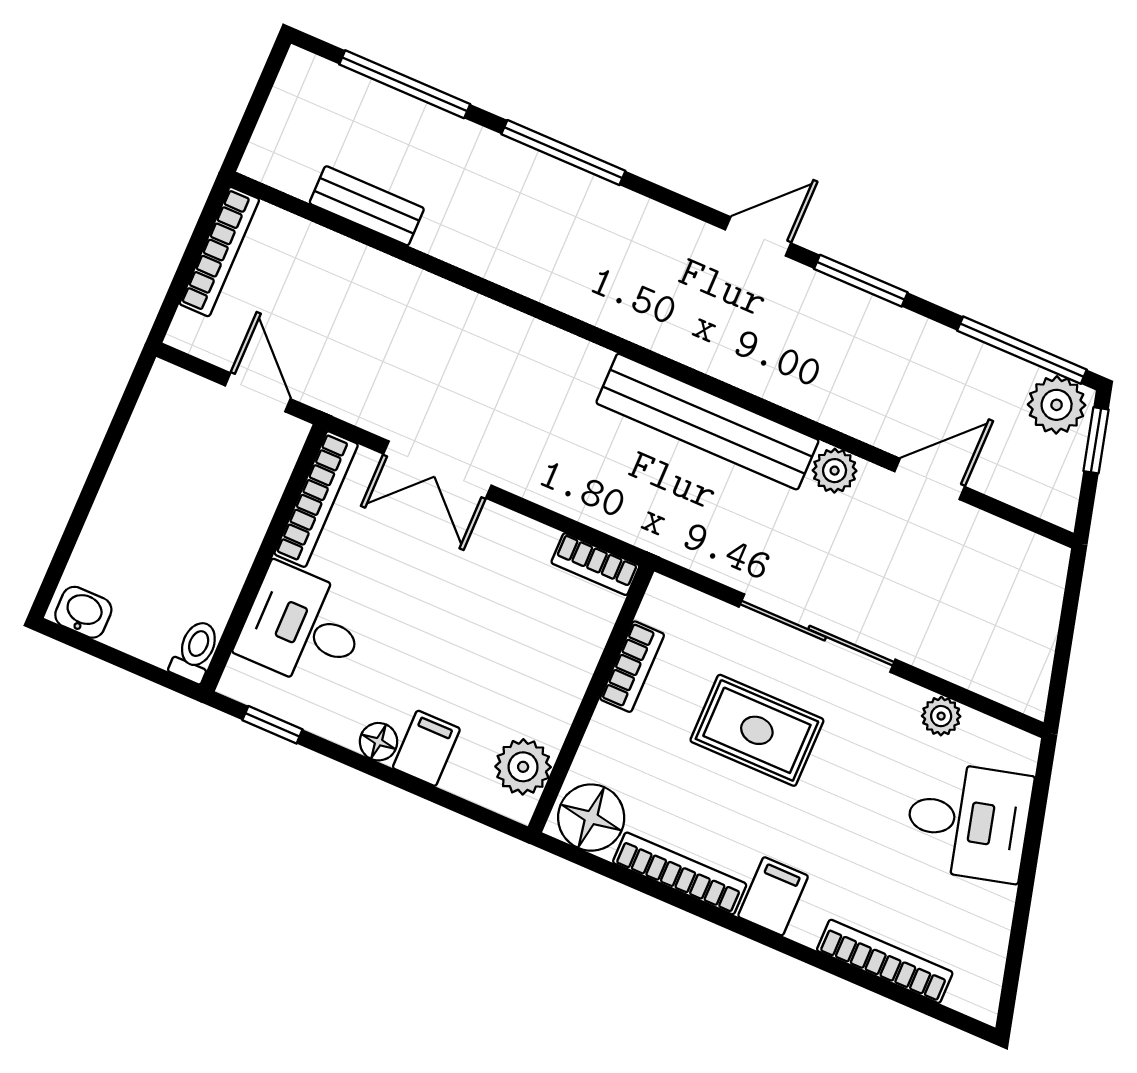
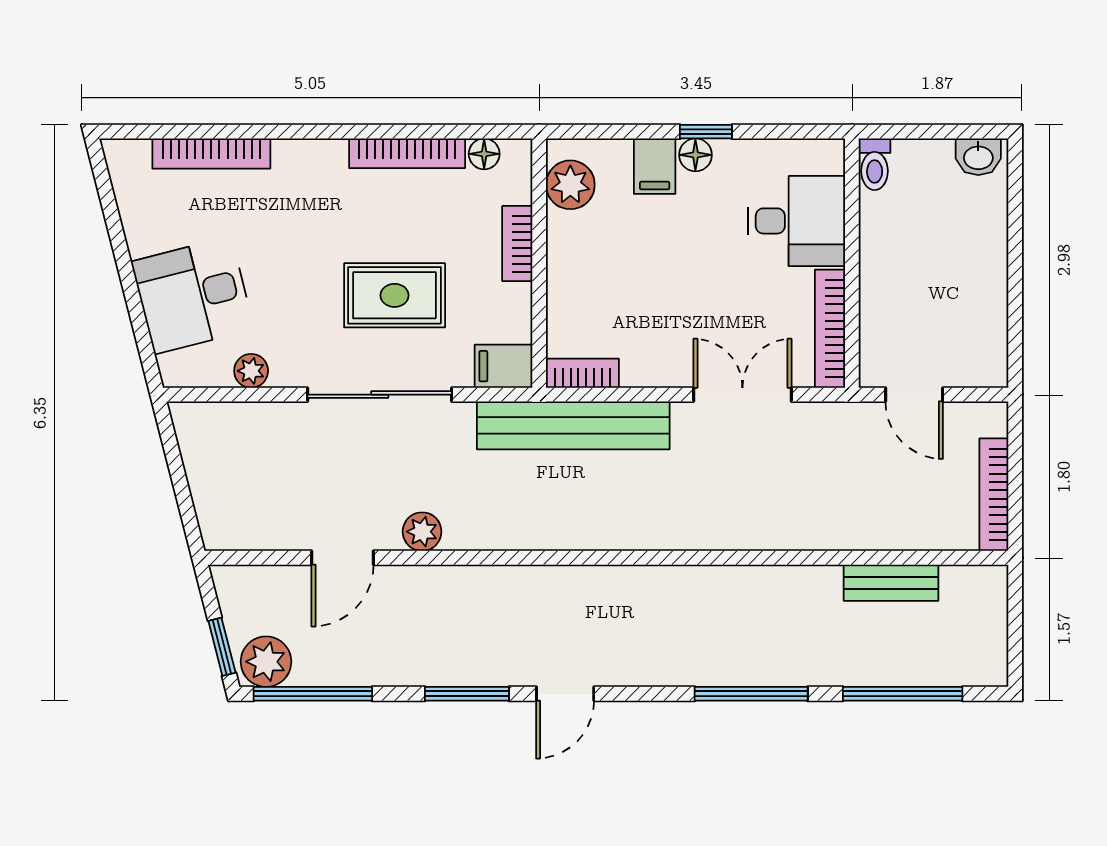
bench: (707, 422) -> (573, 425), moved
bookcase: (632, 667) -> (517, 244), moved
window: (272, 725) -> (706, 132), moved
floor lamp: (591, 818) -> (484, 154), width x0.53, depth x0.53
filing cabinet: (773, 896) -> (503, 366), moved, turned 90

